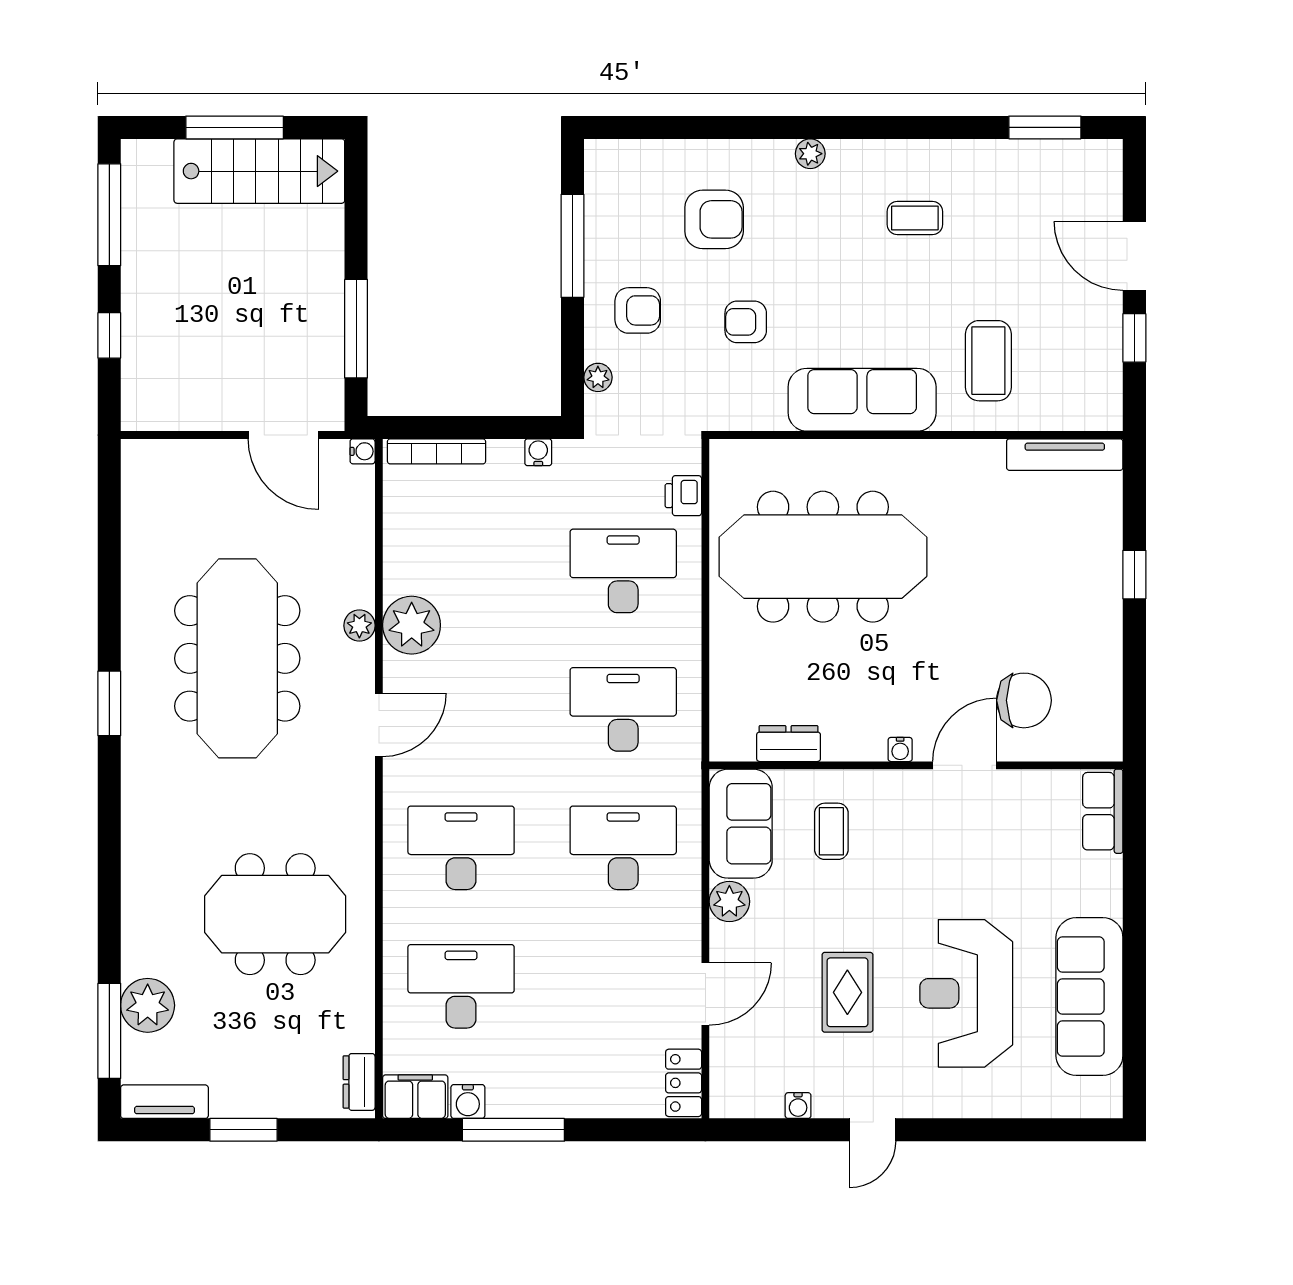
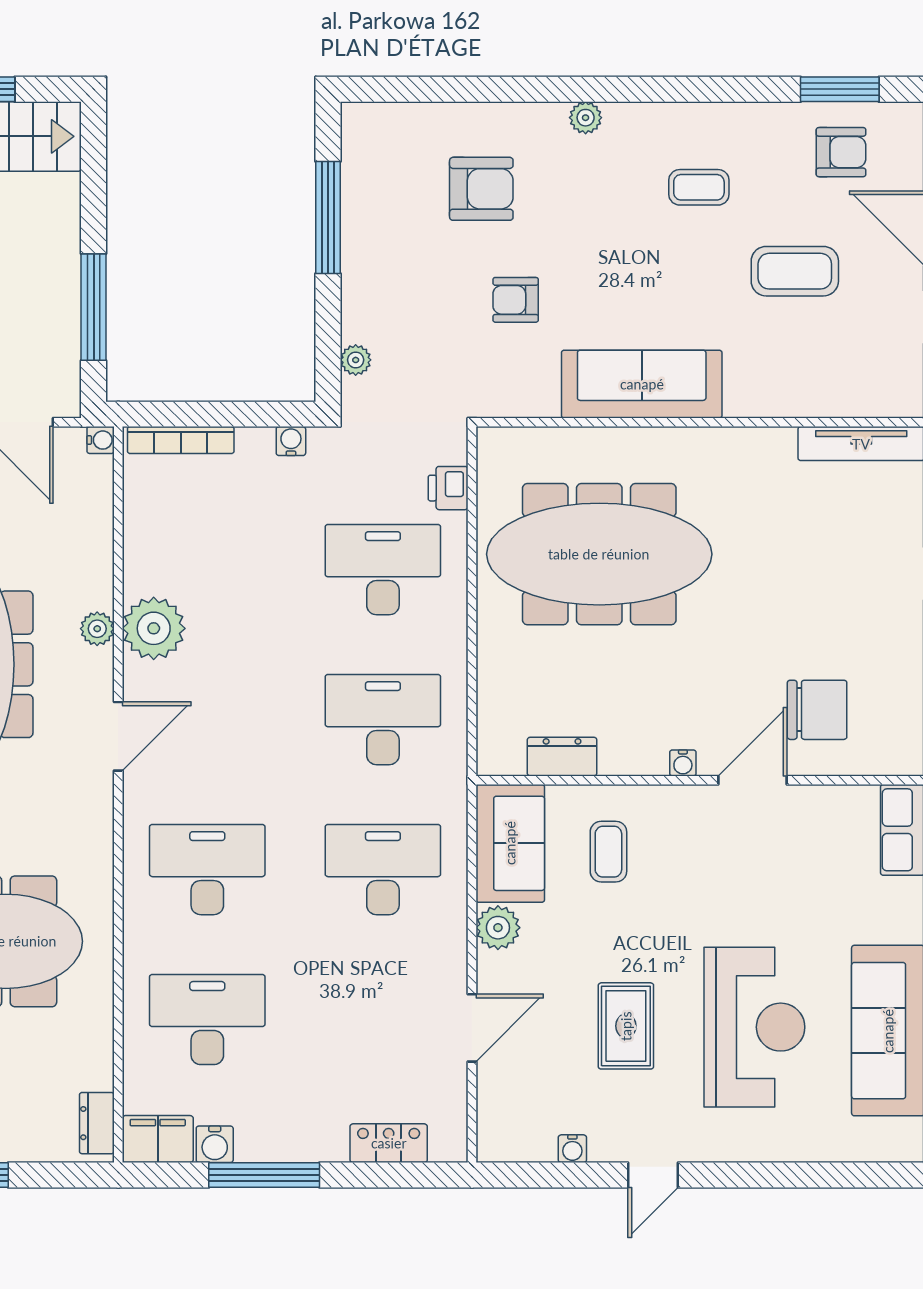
armchair: (638, 310) -> (841, 152), moved
coffee table: (988, 361) -> (795, 271), moved, turned 90
reception desk: (966, 993) -> (754, 1027), turned 180
locker: (684, 1083) -> (389, 1143), moved, turned 90

